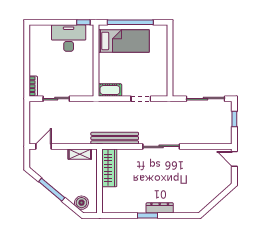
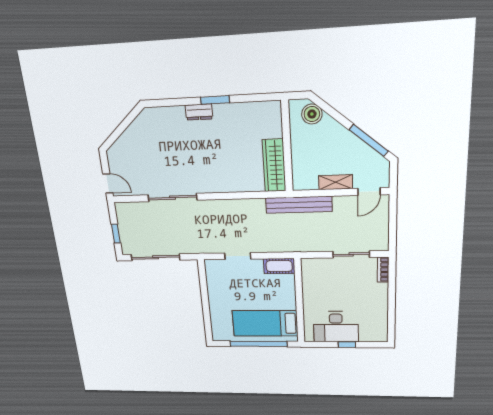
window: (83, 22) -> (347, 345), moved
bench: (115, 138) -> (299, 205), moved
sliding door: (161, 146) -> (172, 198), moved
shelving: (80, 154) -> (336, 182), moved
window: (52, 190) -> (369, 140), moved
dresser: (160, 208) -> (199, 112), width x0.70

